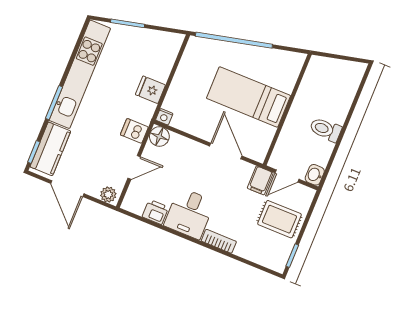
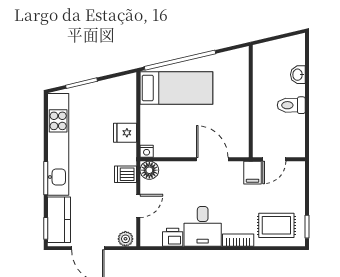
bed: (249, 97) -> (176, 88), moved, turned 180
washbasin: (315, 175) -> (298, 75), moved
rug: (279, 219) -> (276, 225), moved

